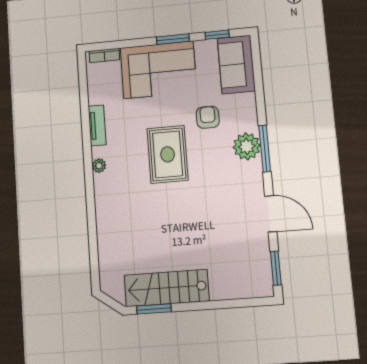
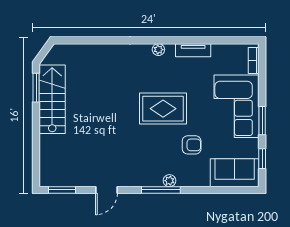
plant: (247, 146) -> (169, 181), width x0.53, depth x0.53
door: (271, 214) -> (106, 190), width x0.73

